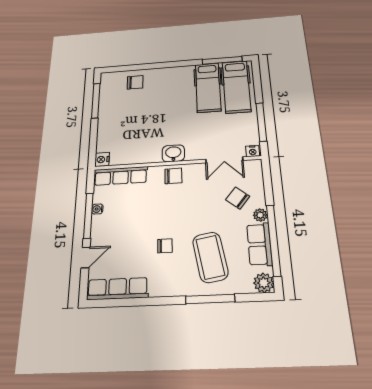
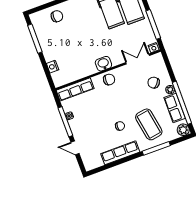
nightstand: (102, 159) -> (53, 67), moved
double door: (224, 160) -> (138, 59), swing flipped
door: (86, 258) -> (75, 148), swing flipped
row of seats: (118, 289) -> (120, 153), moved

